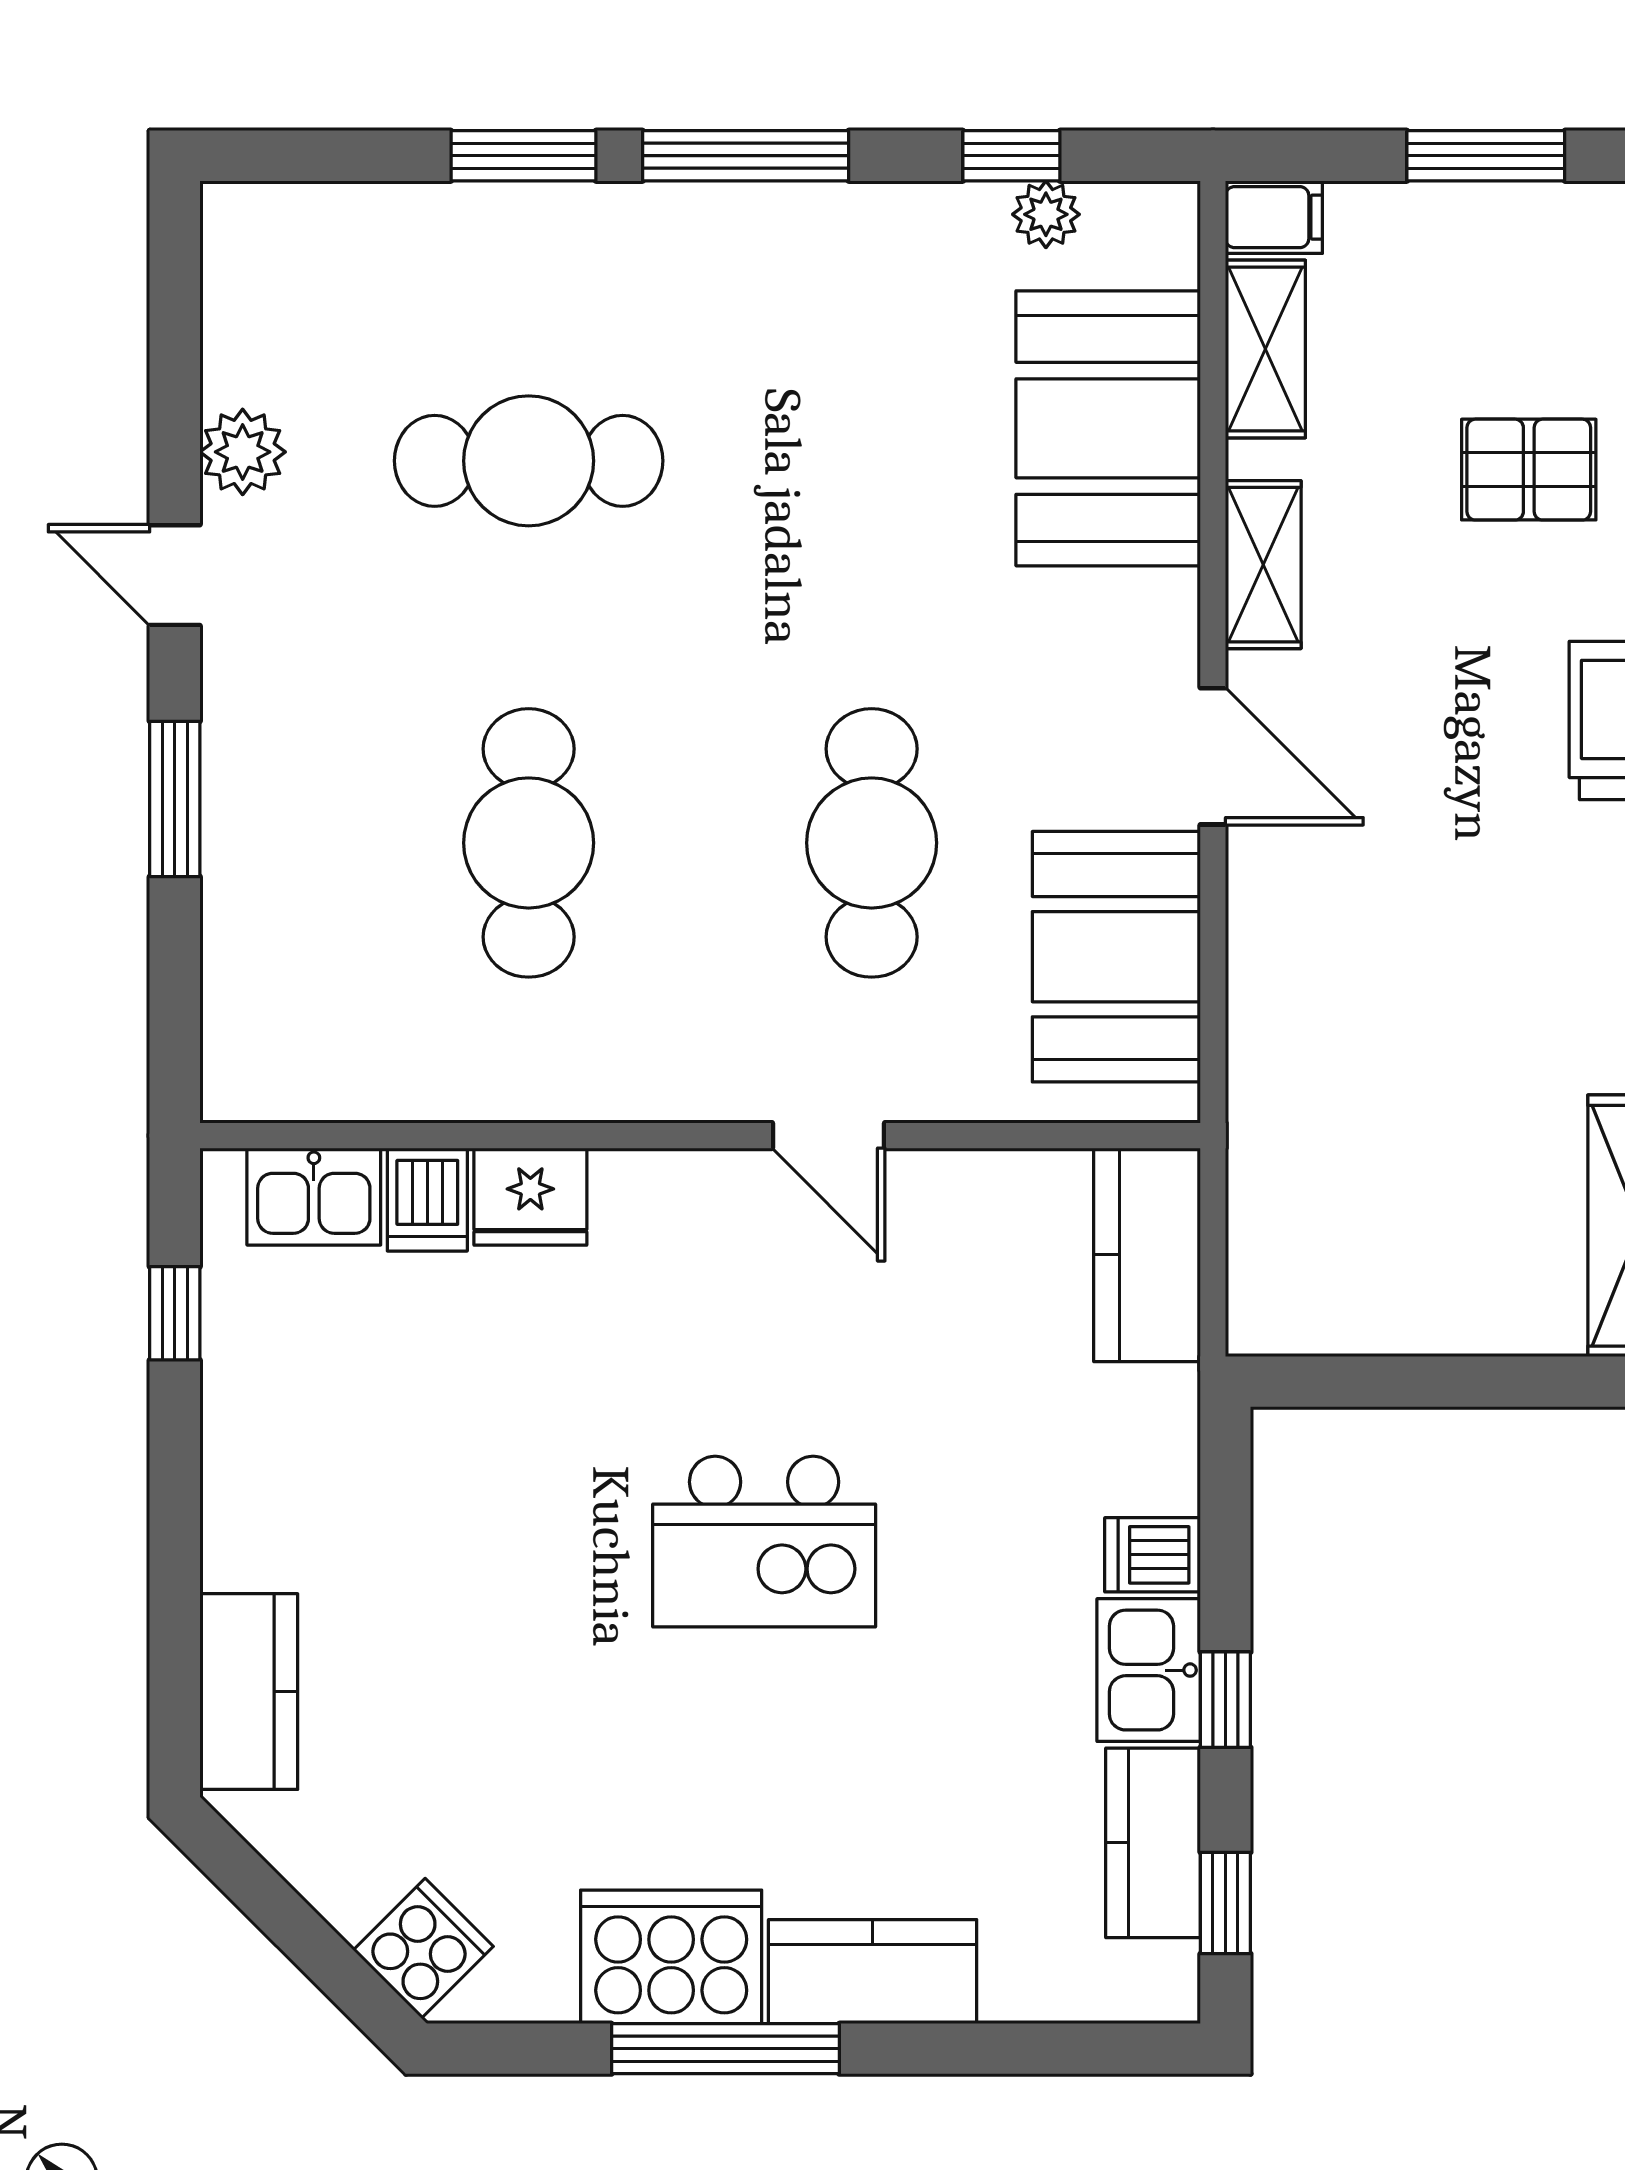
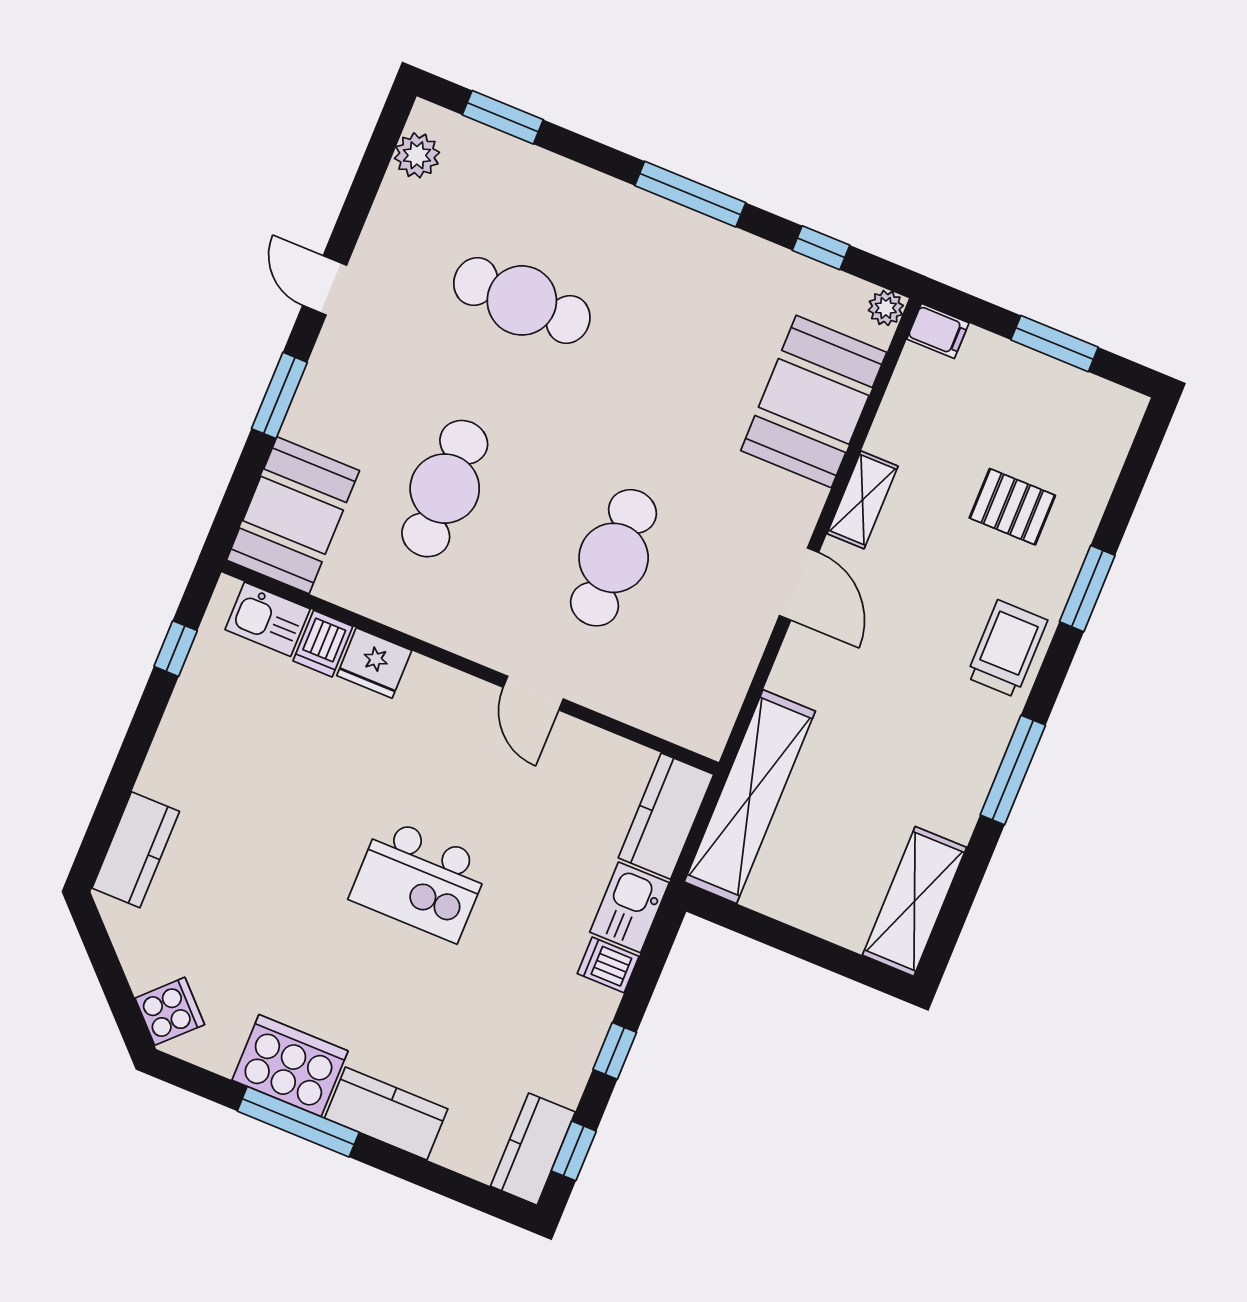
window: (523, 156) -> (503, 117), moved
plant: (1046, 214) -> (886, 308), moved
shelving: (1265, 349) -> (750, 797), moved, width x2.20, depth x1.33
plant: (243, 452) -> (417, 155), moved
booth: (1116, 957) -> (293, 515), moved
kitchen sink: (1149, 1670) -> (629, 907), moved
kitchen counter: (1153, 1843) -> (533, 1149), moved

